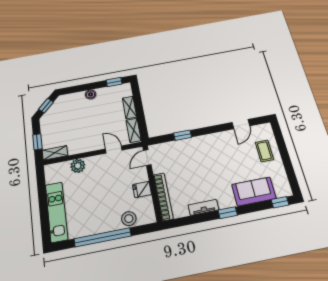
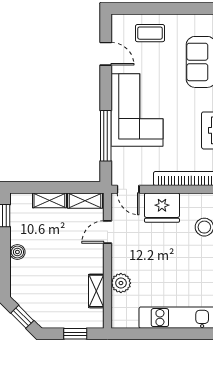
window: (183, 135) -> (106, 136), width x2.17
shelving: (55, 153) -> (96, 291), moved
corner sofa: (206, 153) -> (137, 110), added
fridge: (142, 190) -> (162, 208), width x1.88, depth x1.34

